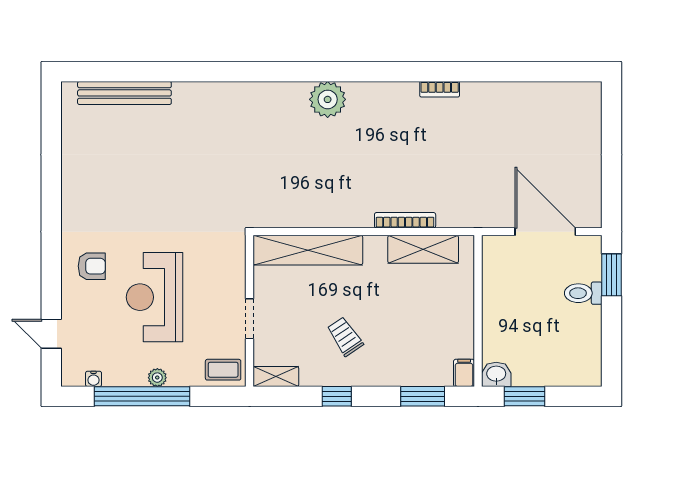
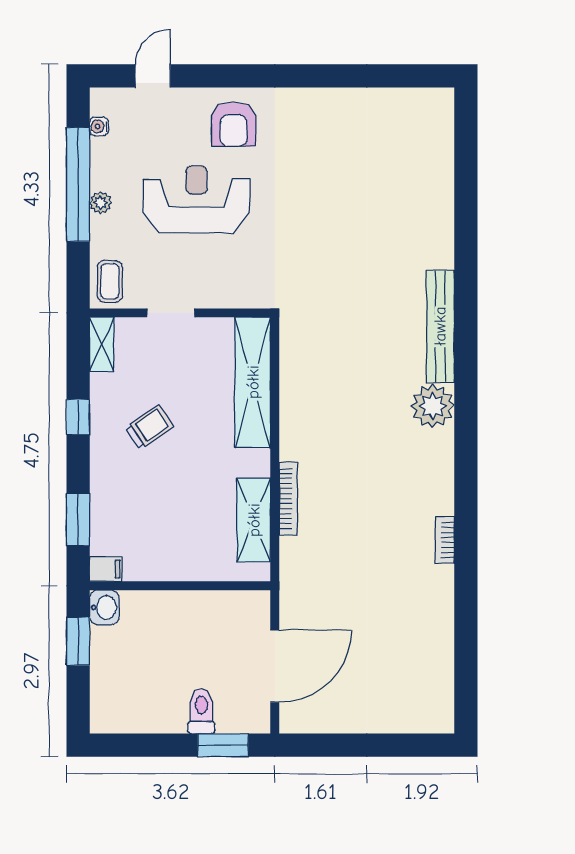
bench: (124, 93) -> (440, 326), moved
armchair: (92, 266) -> (234, 124), width x1.38, depth x1.38

